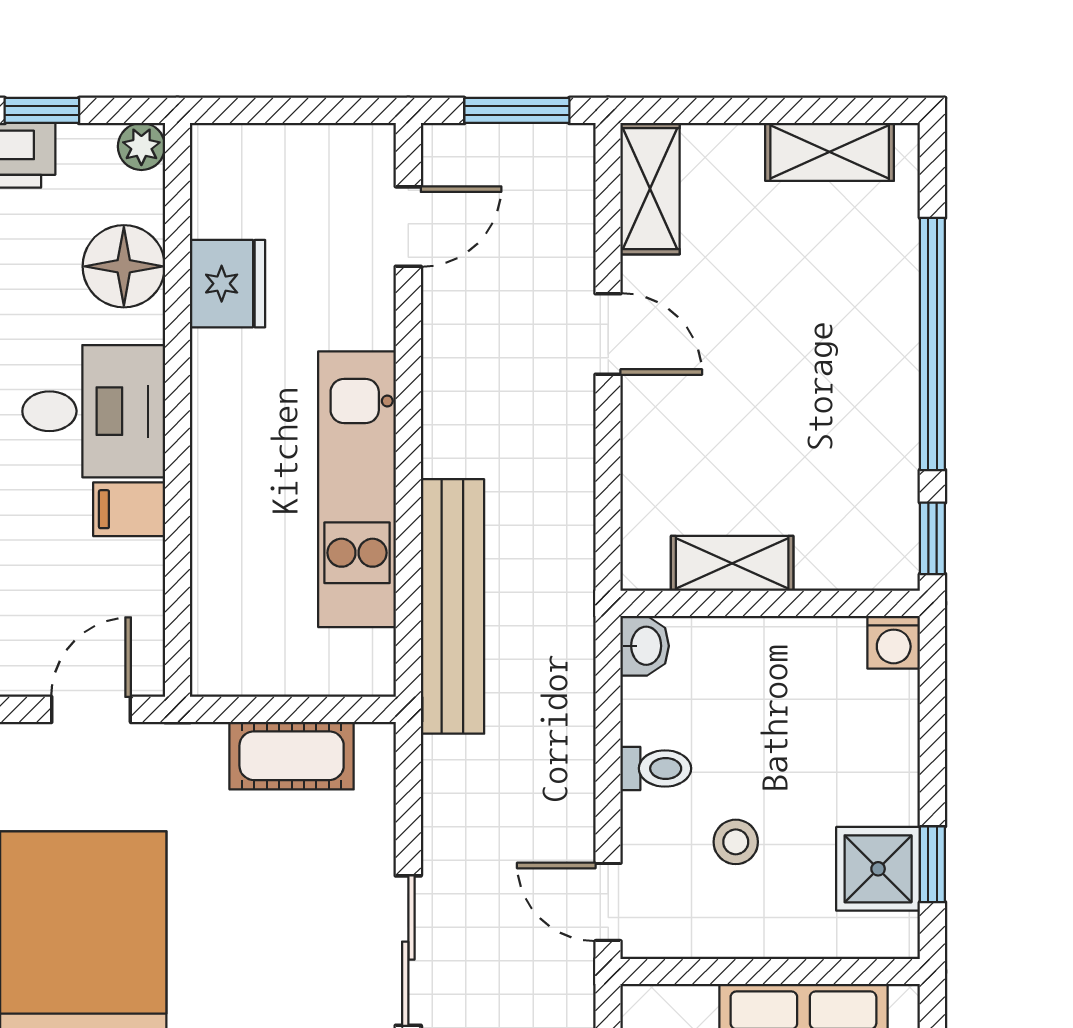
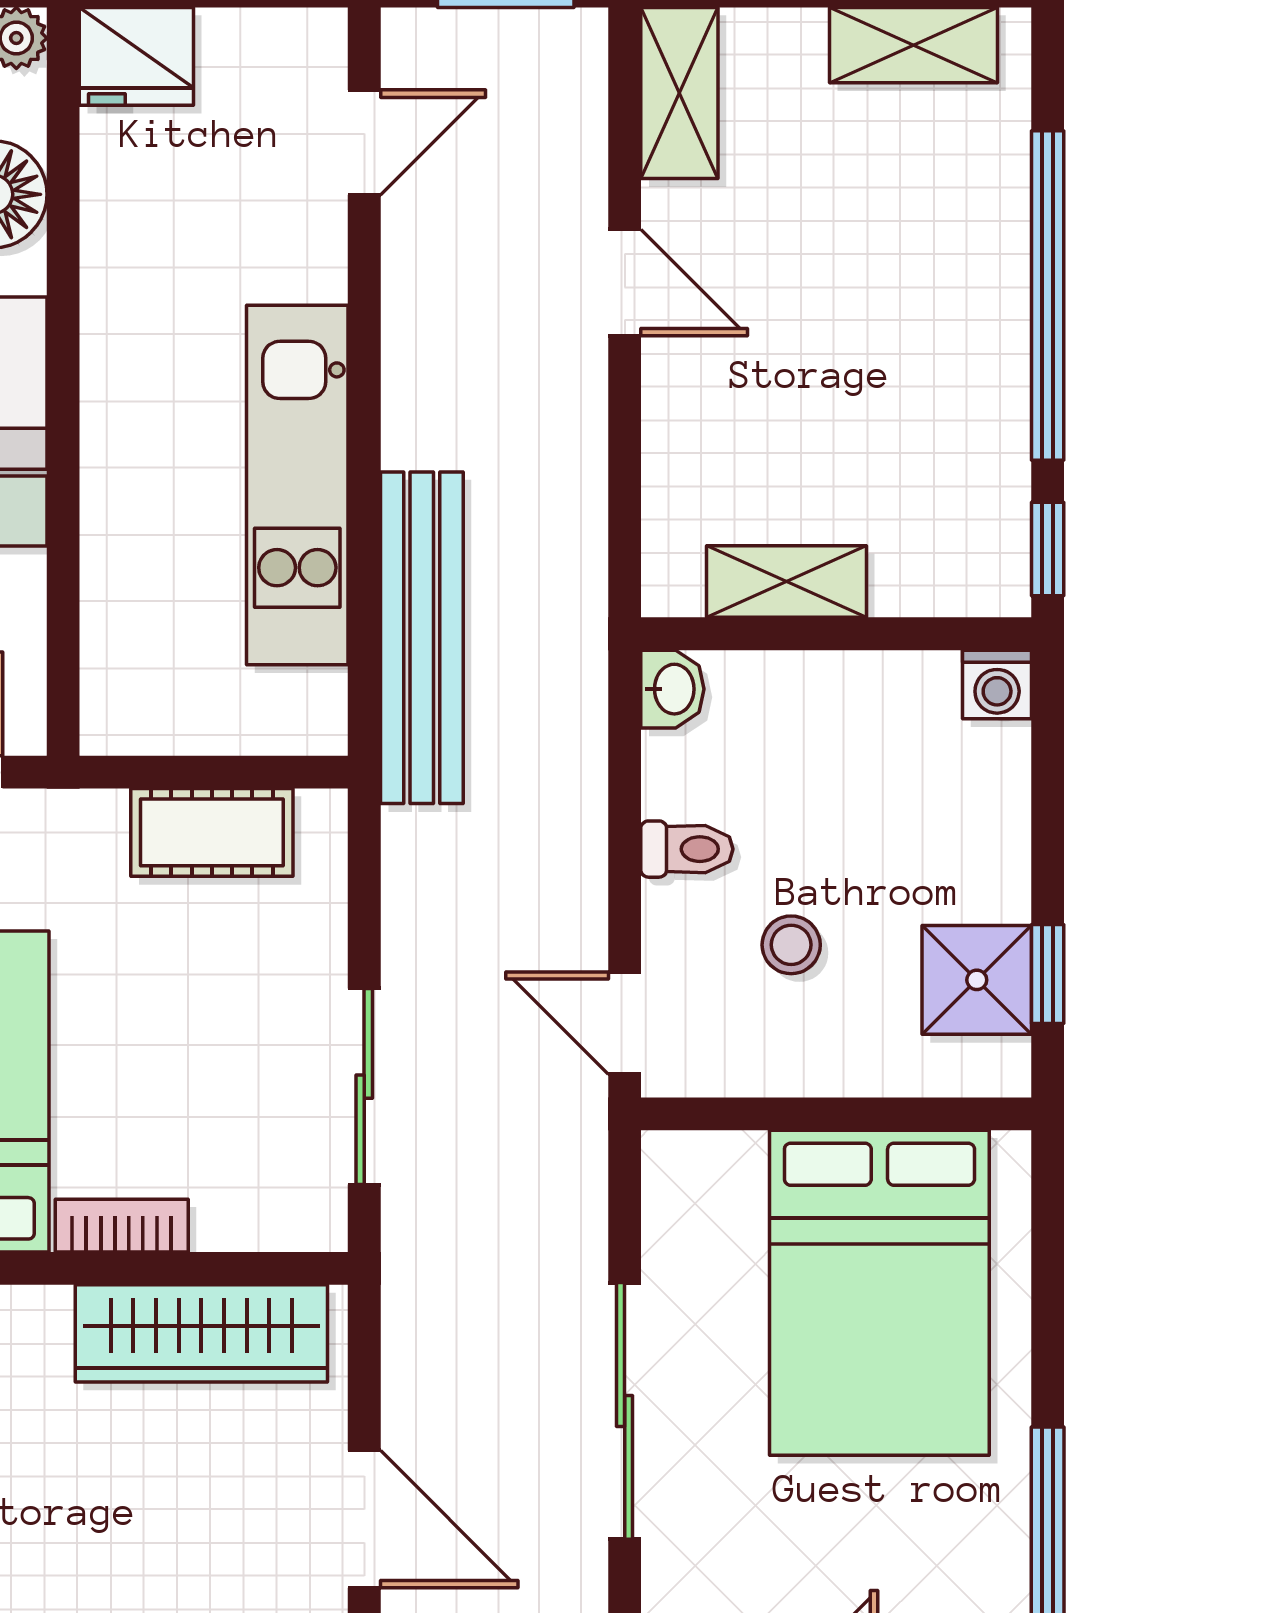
fridge: (228, 284) -> (136, 56), moved, turned 90

